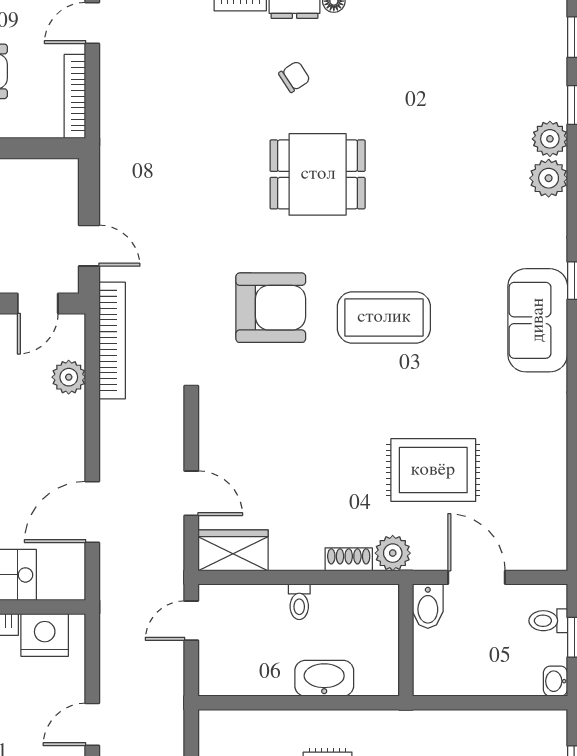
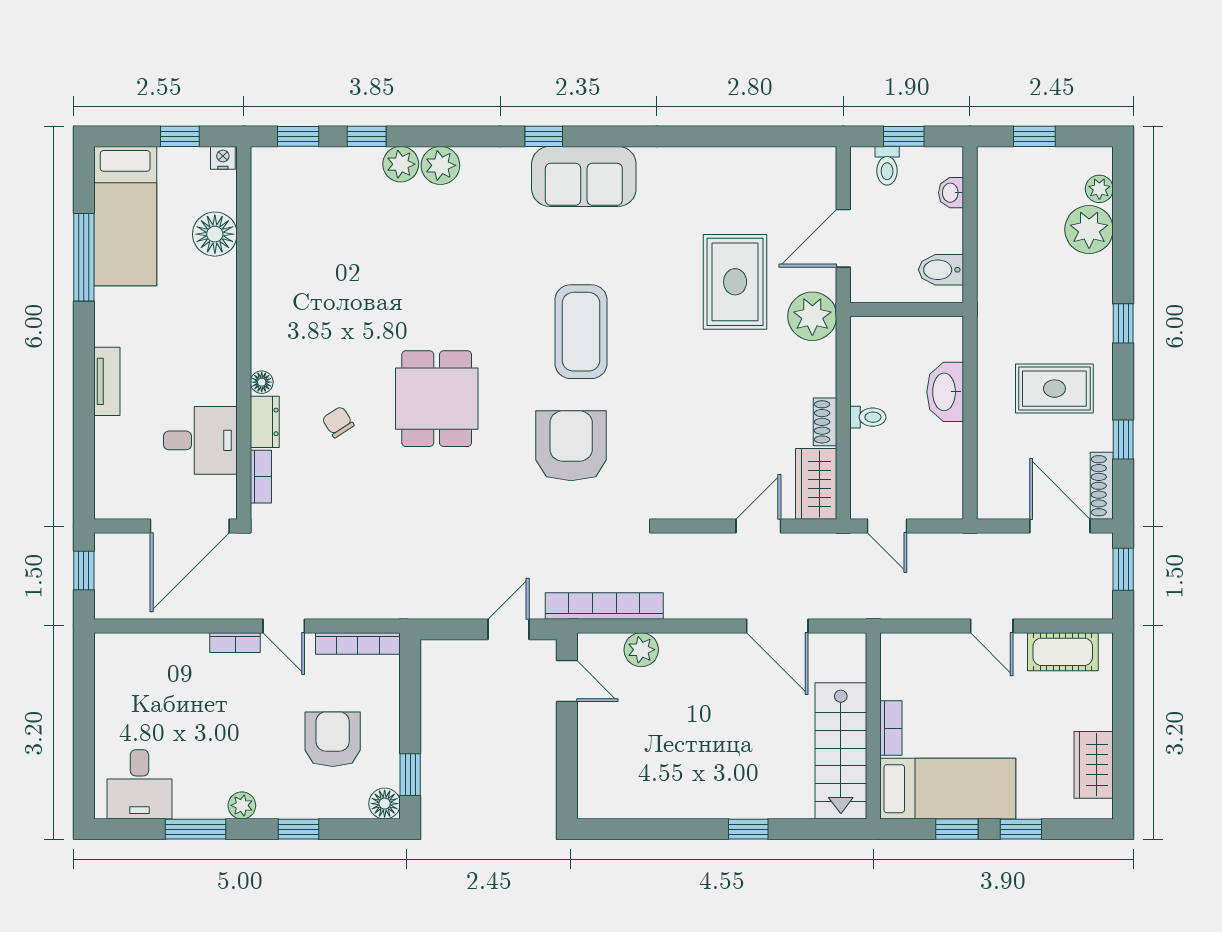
plant: (393, 553) -> (812, 316), width x1.36, depth x1.36
shoe rack: (349, 559) -> (825, 422), moved
bidet: (428, 606) -> (941, 270), moved, turned 180
nightstand: (45, 635) -> (902, 674), removed
washbasin: (555, 681) -> (951, 193), moved, turned 90

